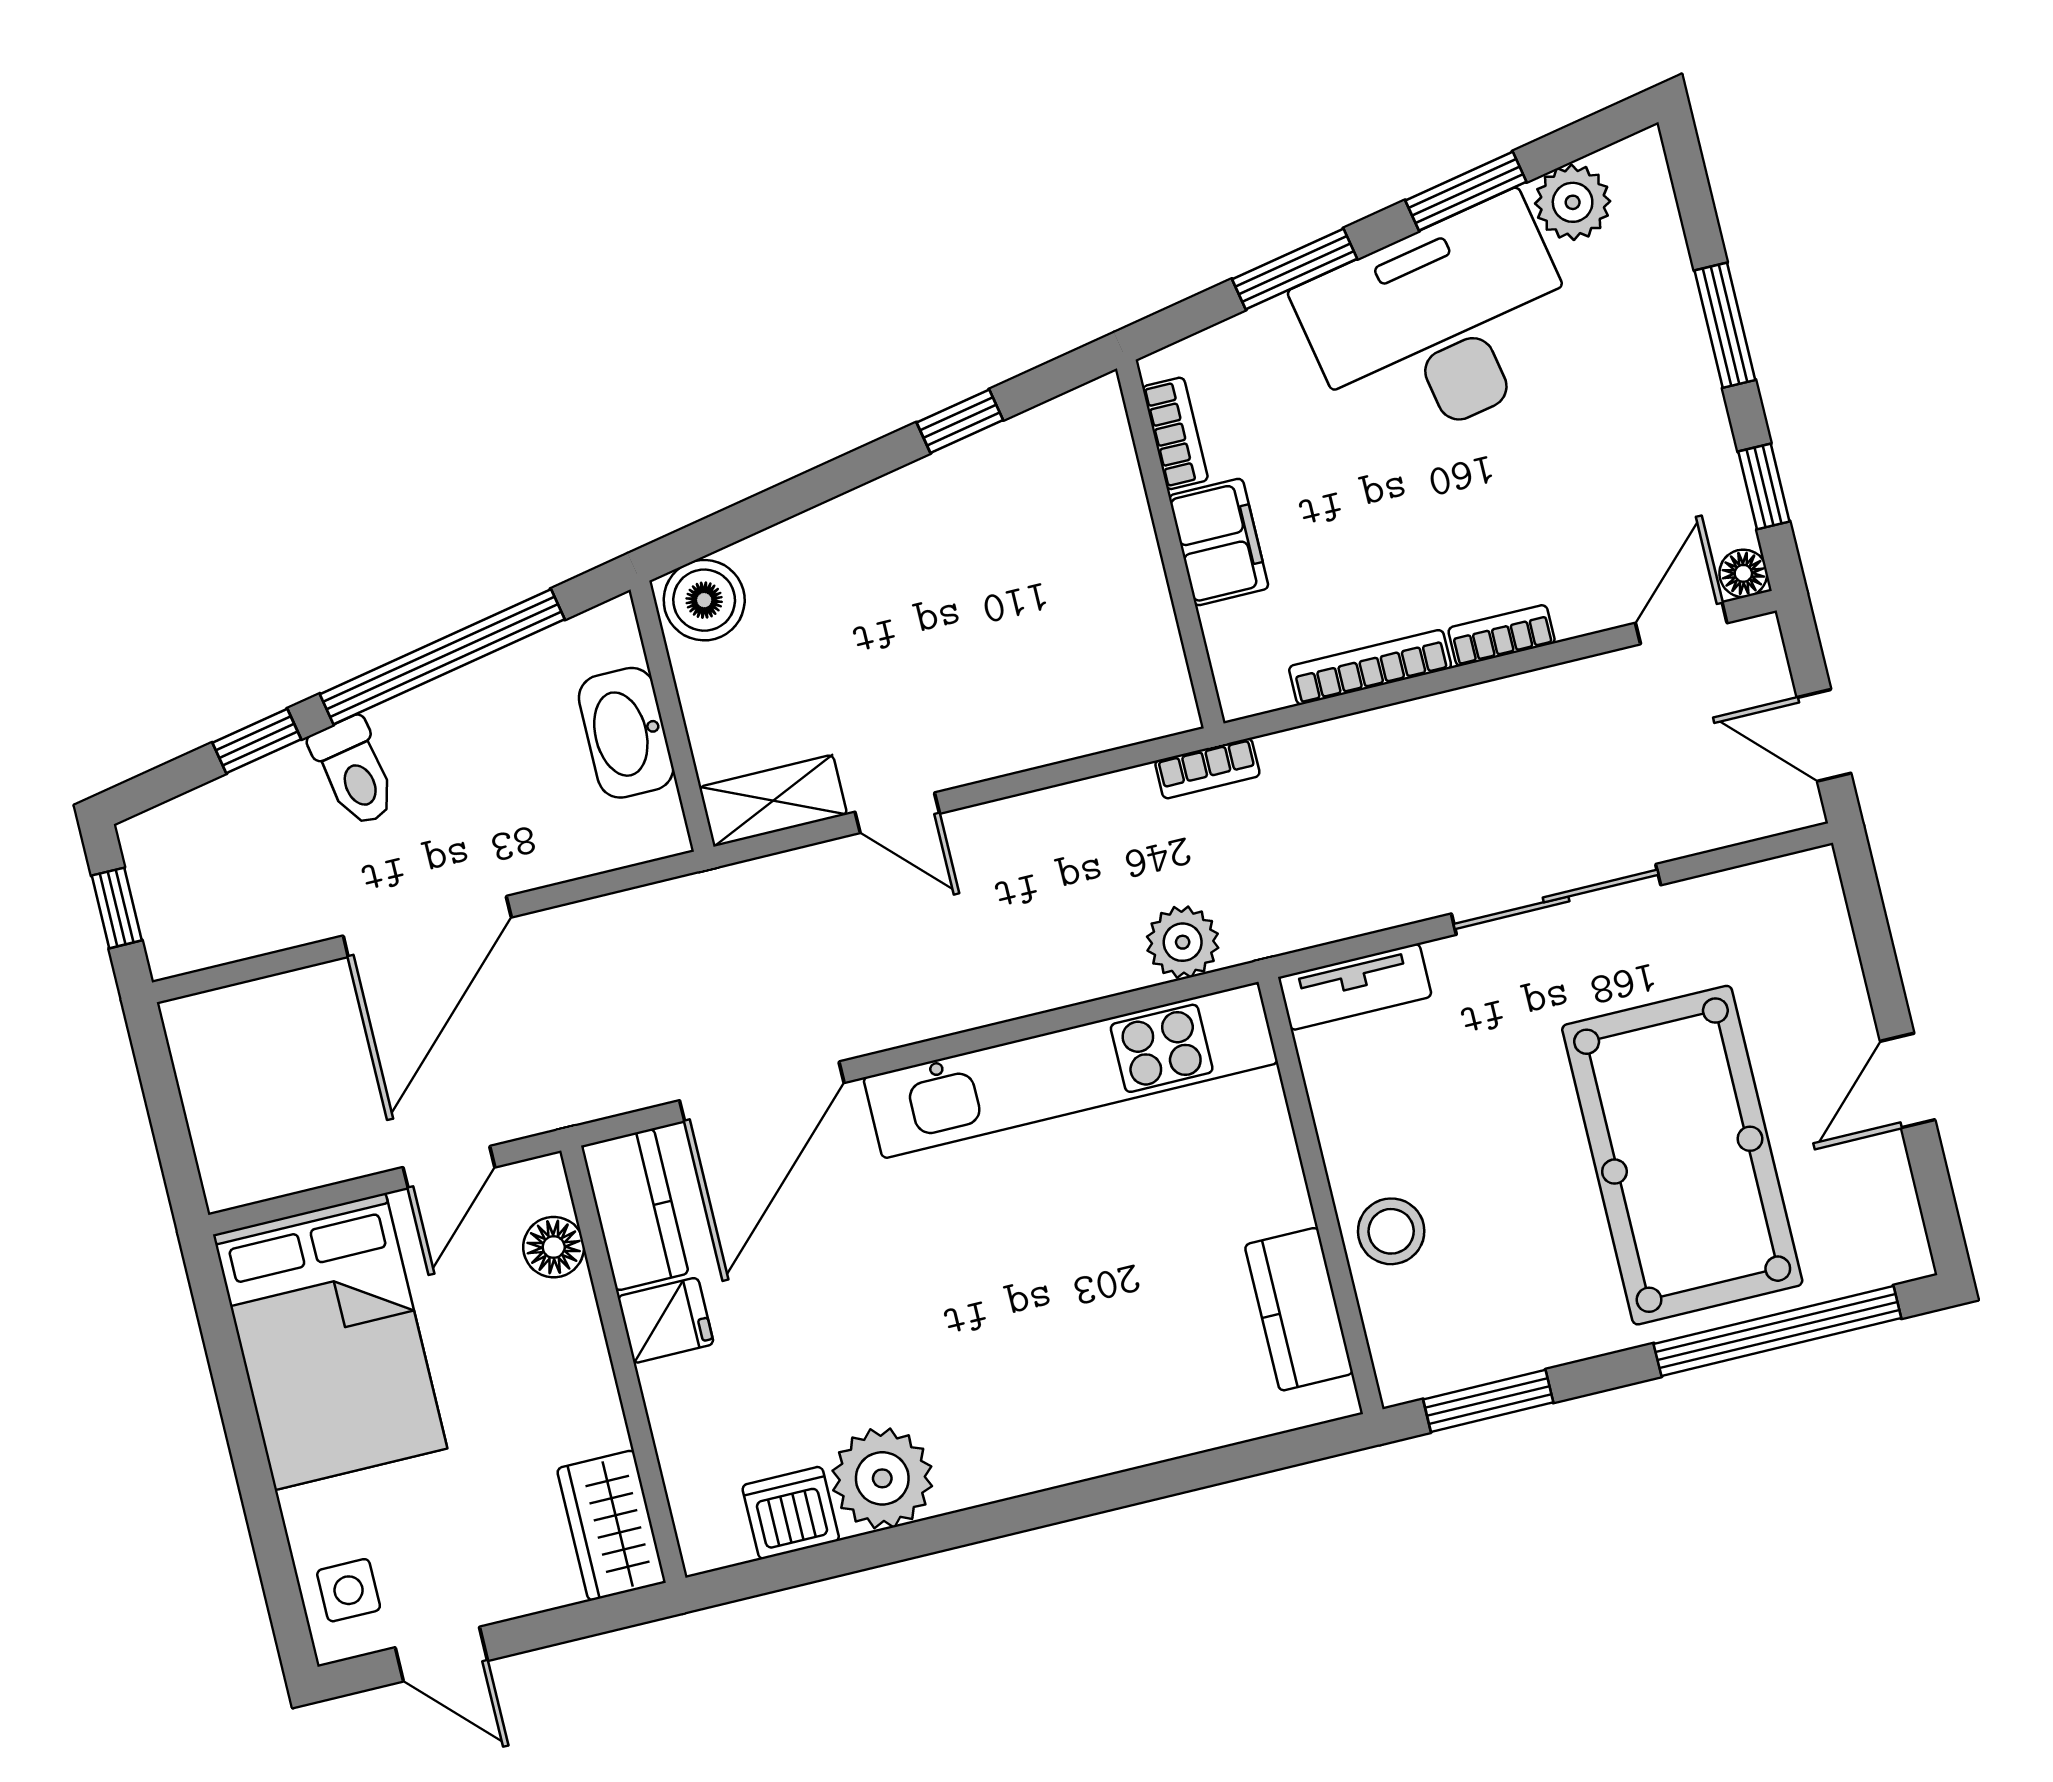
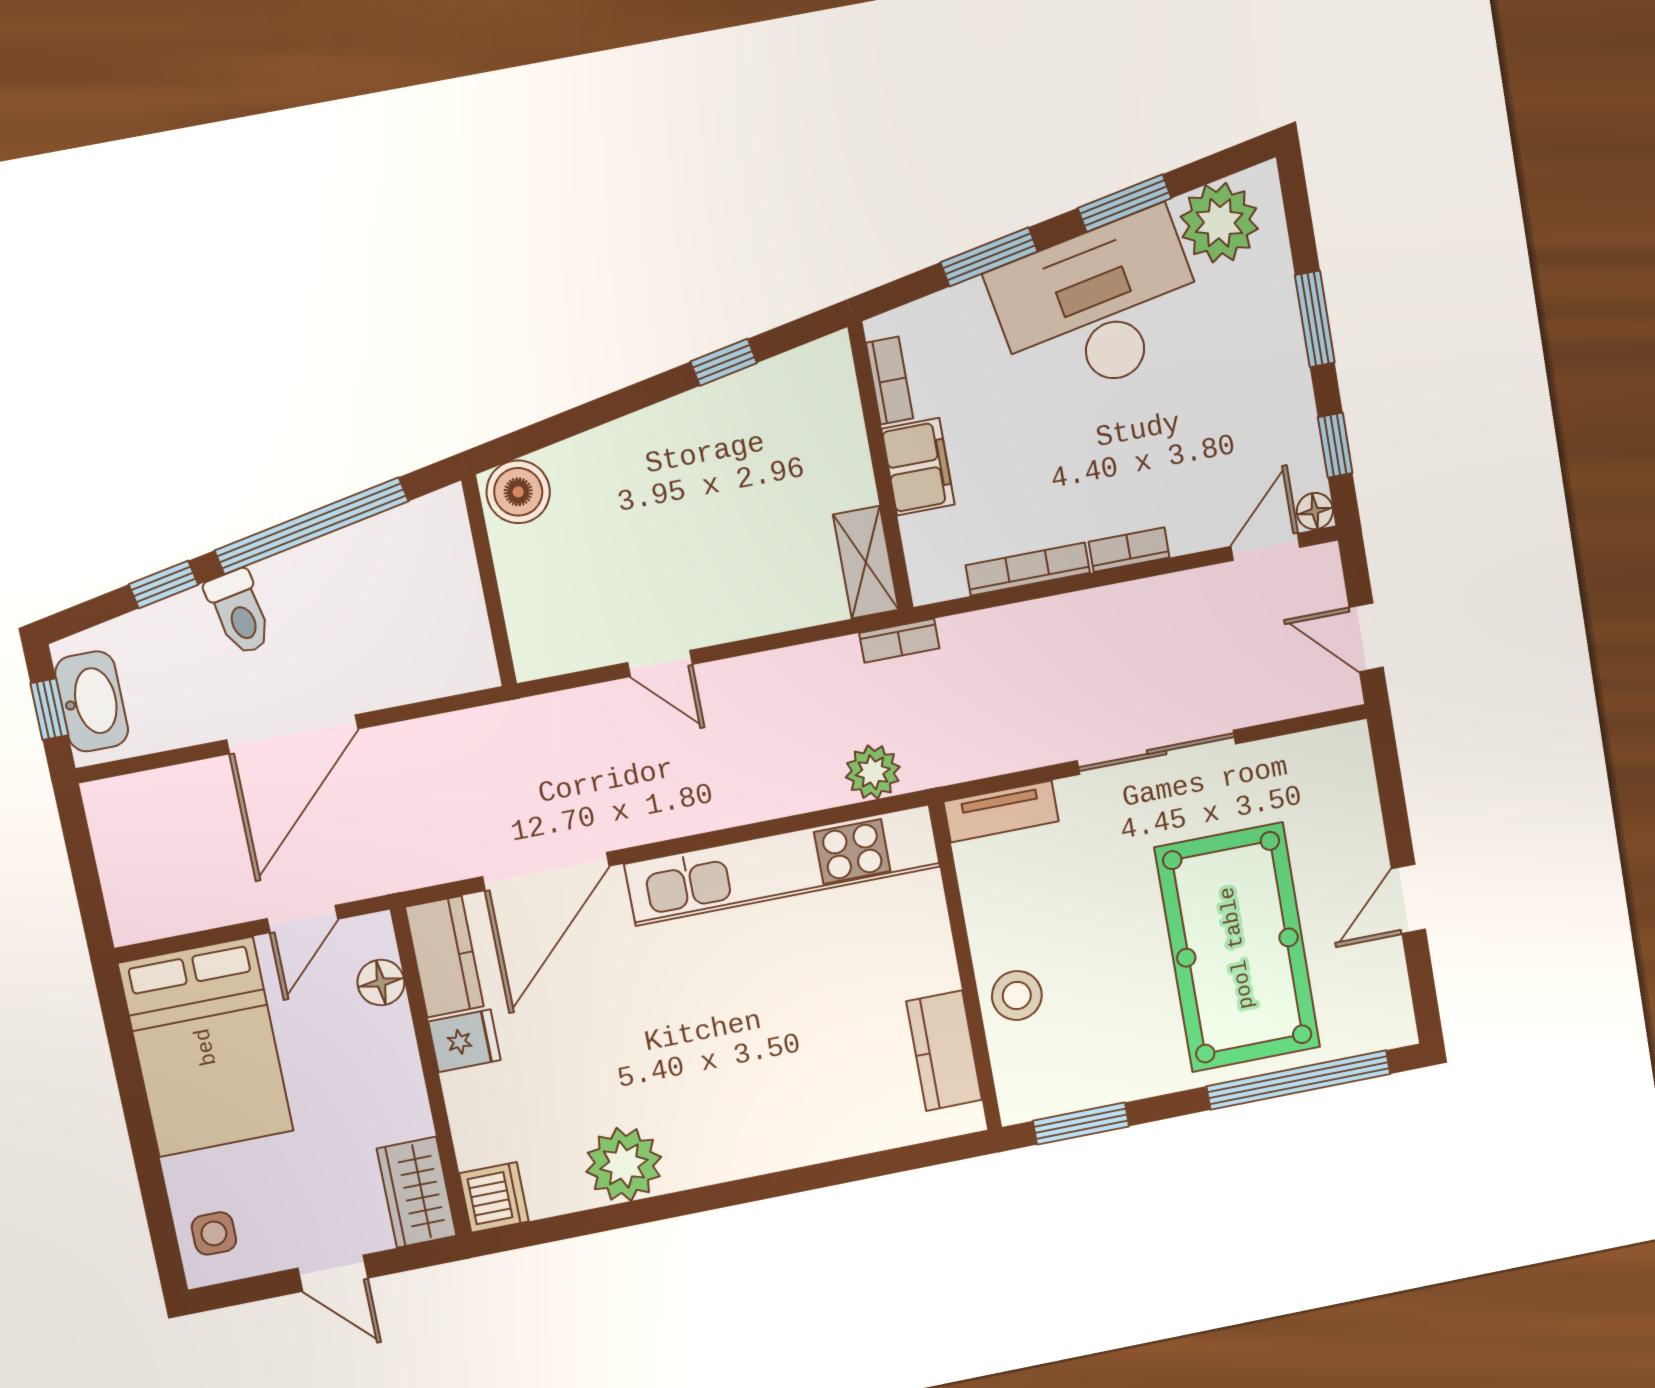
plant: (1573, 202) -> (1219, 223), width x1.36, depth x1.36
washbasin: (626, 733) -> (92, 701), moved, turned 180
shelving: (773, 801) -> (866, 562), moved, turned 90
dishwasher: (791, 1513) -> (494, 1197), moved, turned 90
door: (441, 1654) -> (333, 1273), moved

